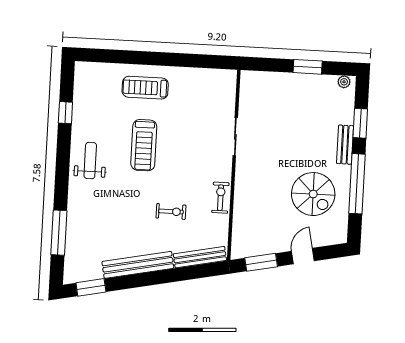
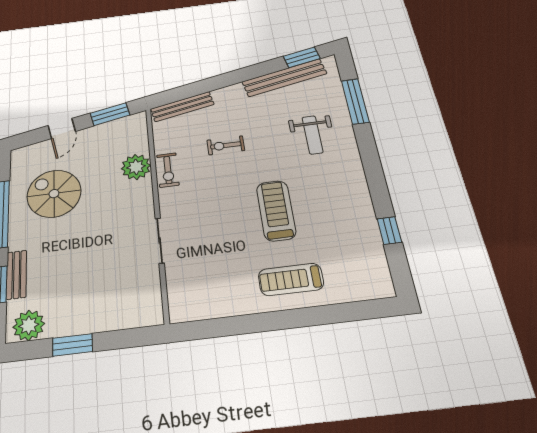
plant: (344, 82) -> (29, 325), width x1.88, depth x1.88
treadmill: (145, 88) -> (291, 279), turned 180
bench: (345, 145) -> (16, 275), moved
weight bench: (90, 161) -> (312, 135), moved
plant: (245, 206) -> (136, 167), added
bench: (138, 265) -> (284, 78), moved

